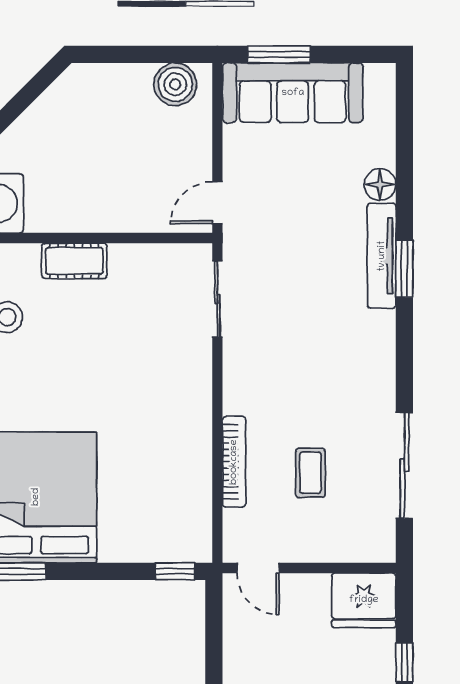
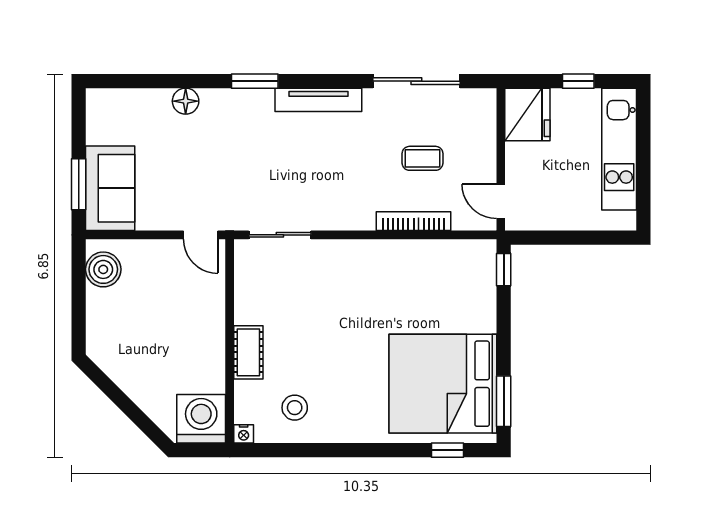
sofa: (293, 93) -> (110, 188), width x0.73
tv unit: (382, 256) -> (318, 100), moved
door: (258, 568) -> (501, 201), swing flipped

